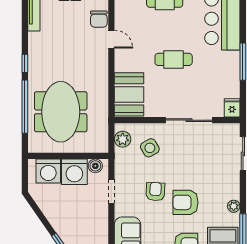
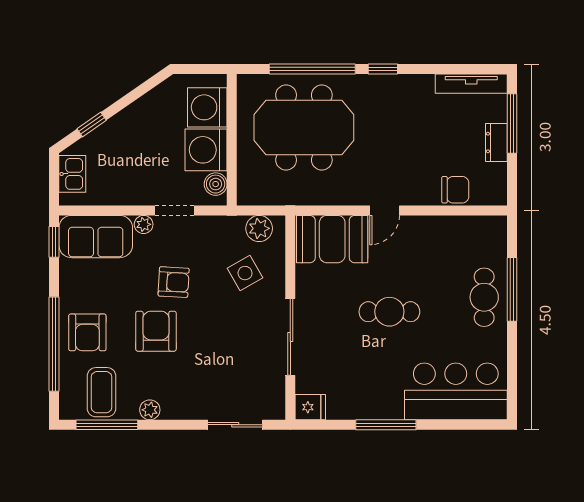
chair: (99, 19) -> (455, 190), turned 180
door: (111, 39) -> (385, 210), moved
cafe table: (174, 59) -> (389, 312), turned 90
plant: (120, 210) -> (144, 224), added

